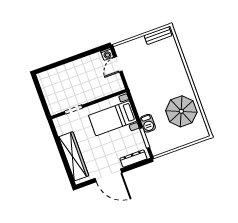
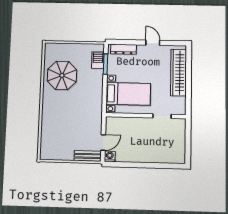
bench: (158, 36) -> (88, 156), moved
barbecue: (148, 123) -> (98, 60), moved
door: (108, 175) -> (153, 43), width x0.53

